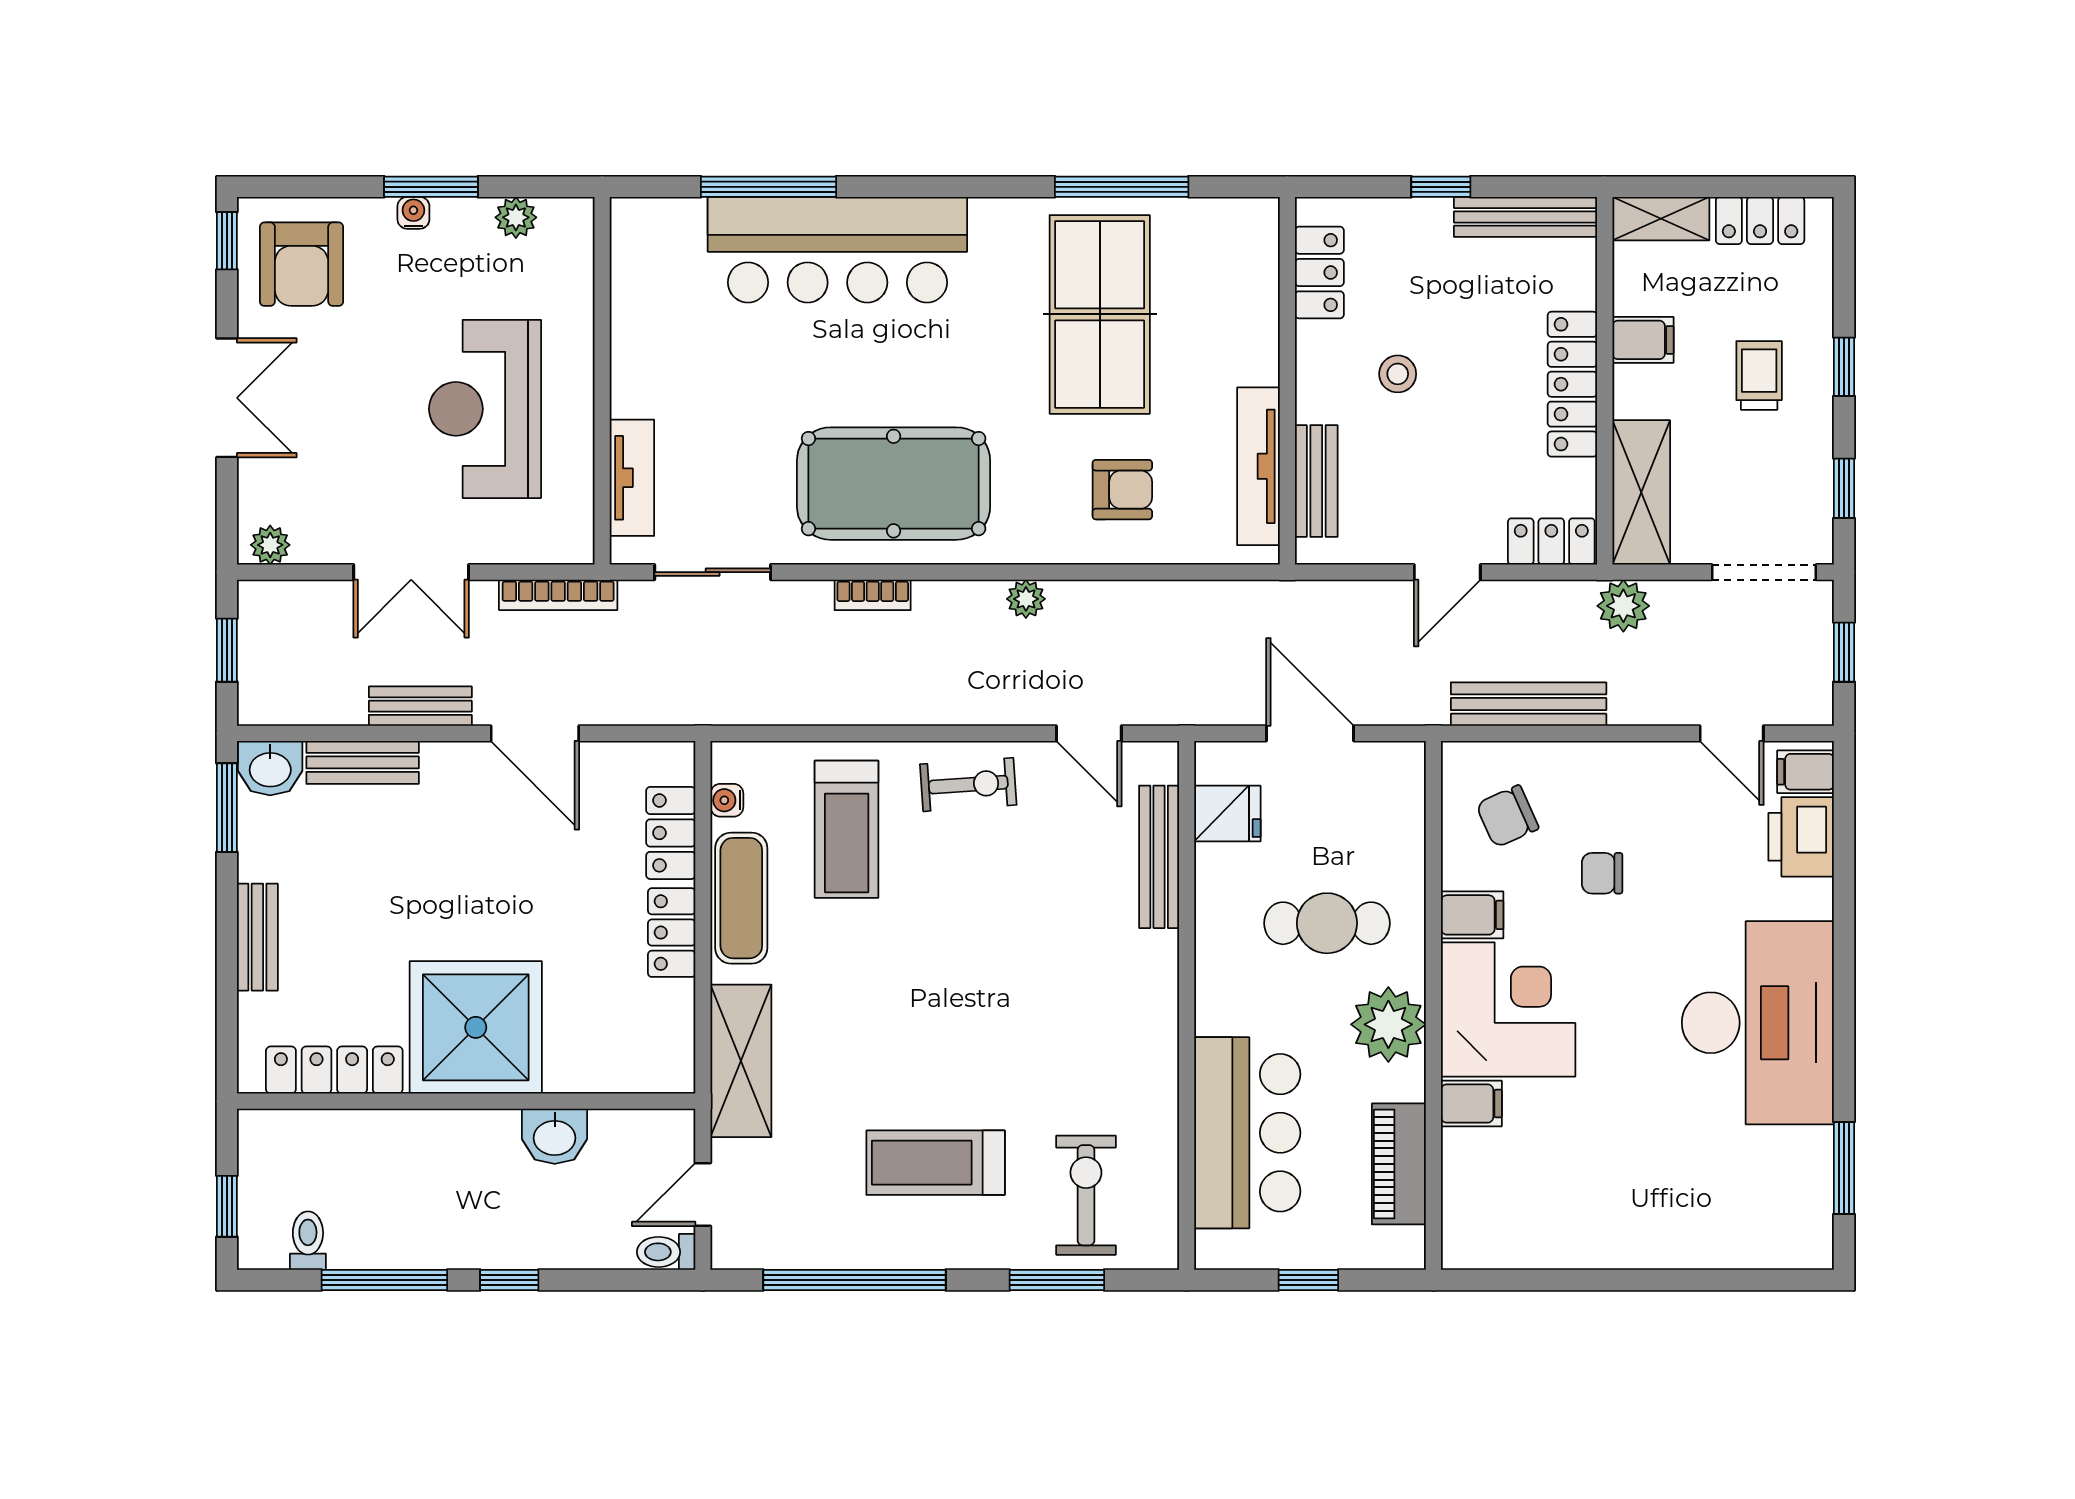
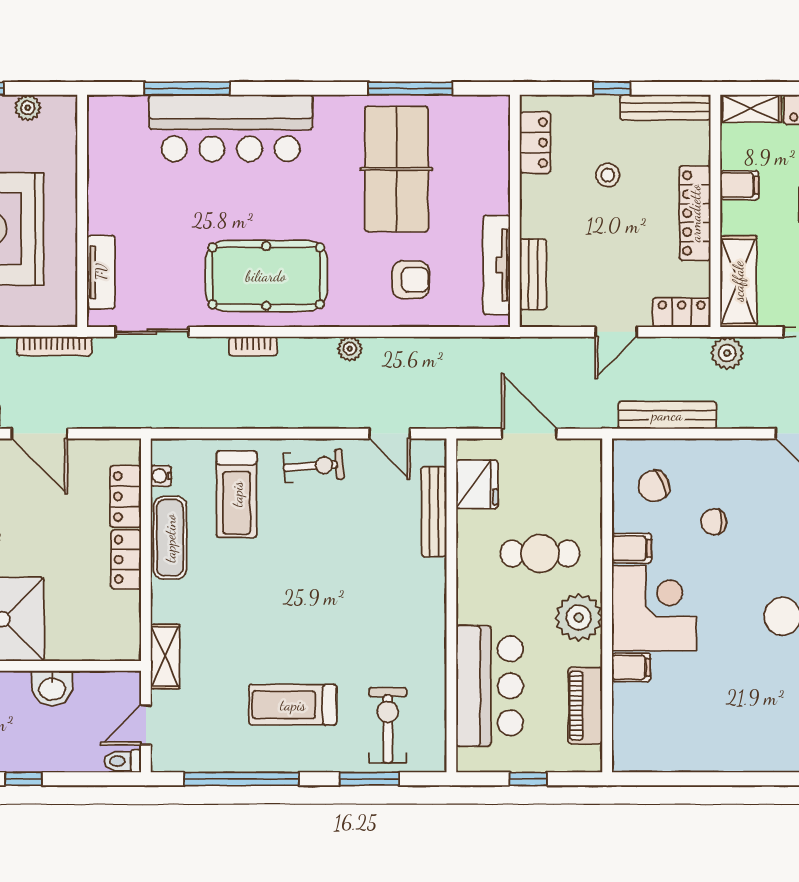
stool: (1398, 374) -> (608, 175), moved
fridge: (1227, 814) -> (477, 484), width x1.38
shelving: (741, 1061) -> (165, 657), width x0.67, depth x0.75

